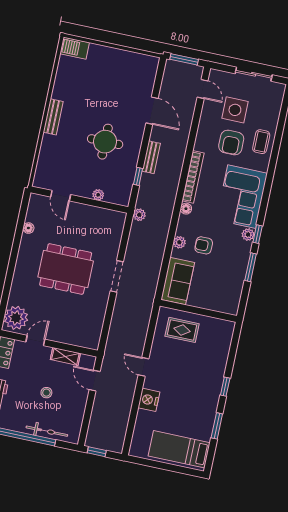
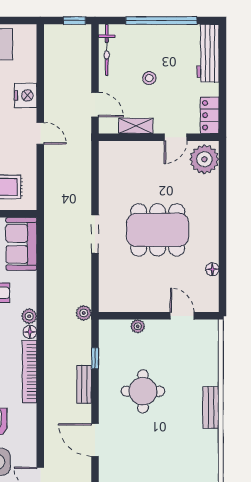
plant: (179, 242) -> (29, 316), moved
bicycle: (47, 431) -> (107, 50), moved, turned -90

